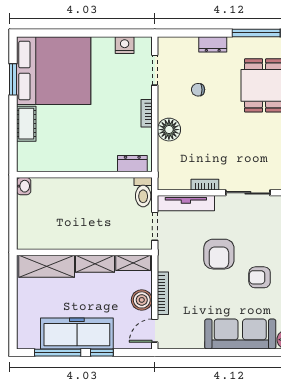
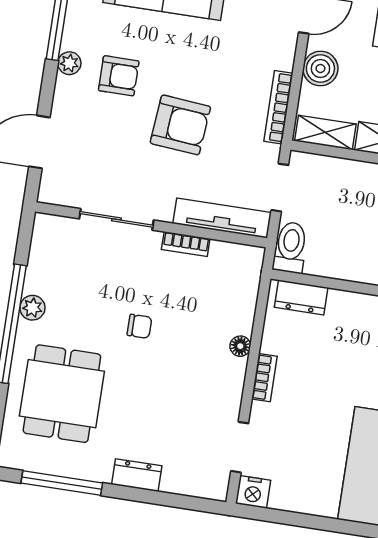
nightstand: (125, 45) -> (253, 492), moved
chair: (198, 90) -> (139, 326), moved
floor lamp: (169, 130) -> (240, 346), width x0.53, depth x0.53
armchair: (219, 254) -> (180, 125), turned 95
bookcase: (163, 293) -> (278, 107), moved

